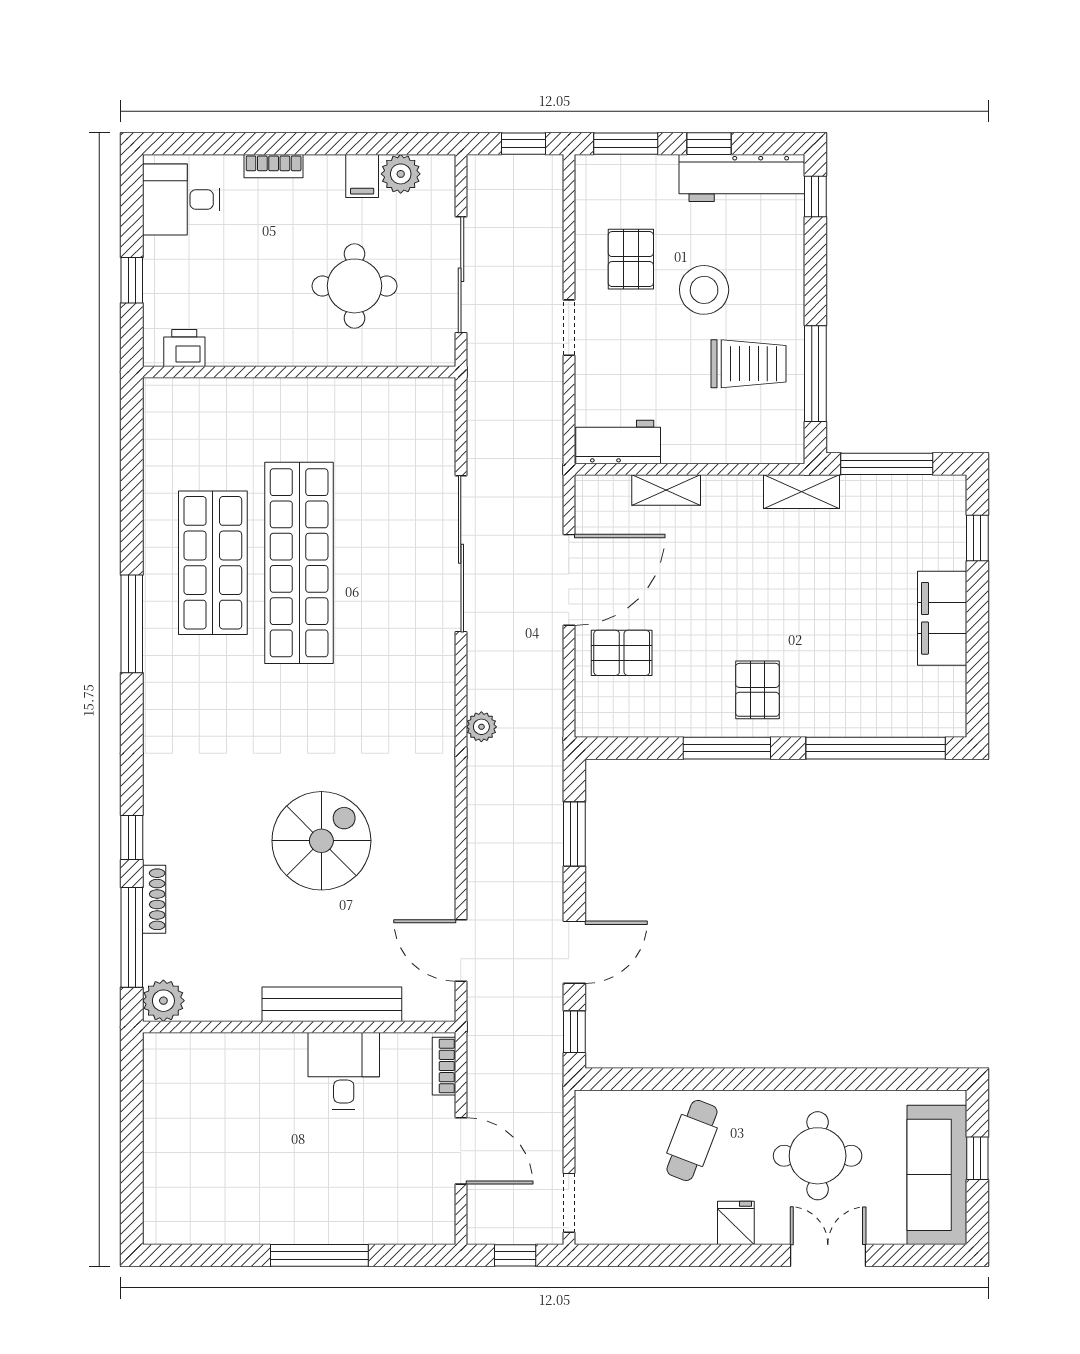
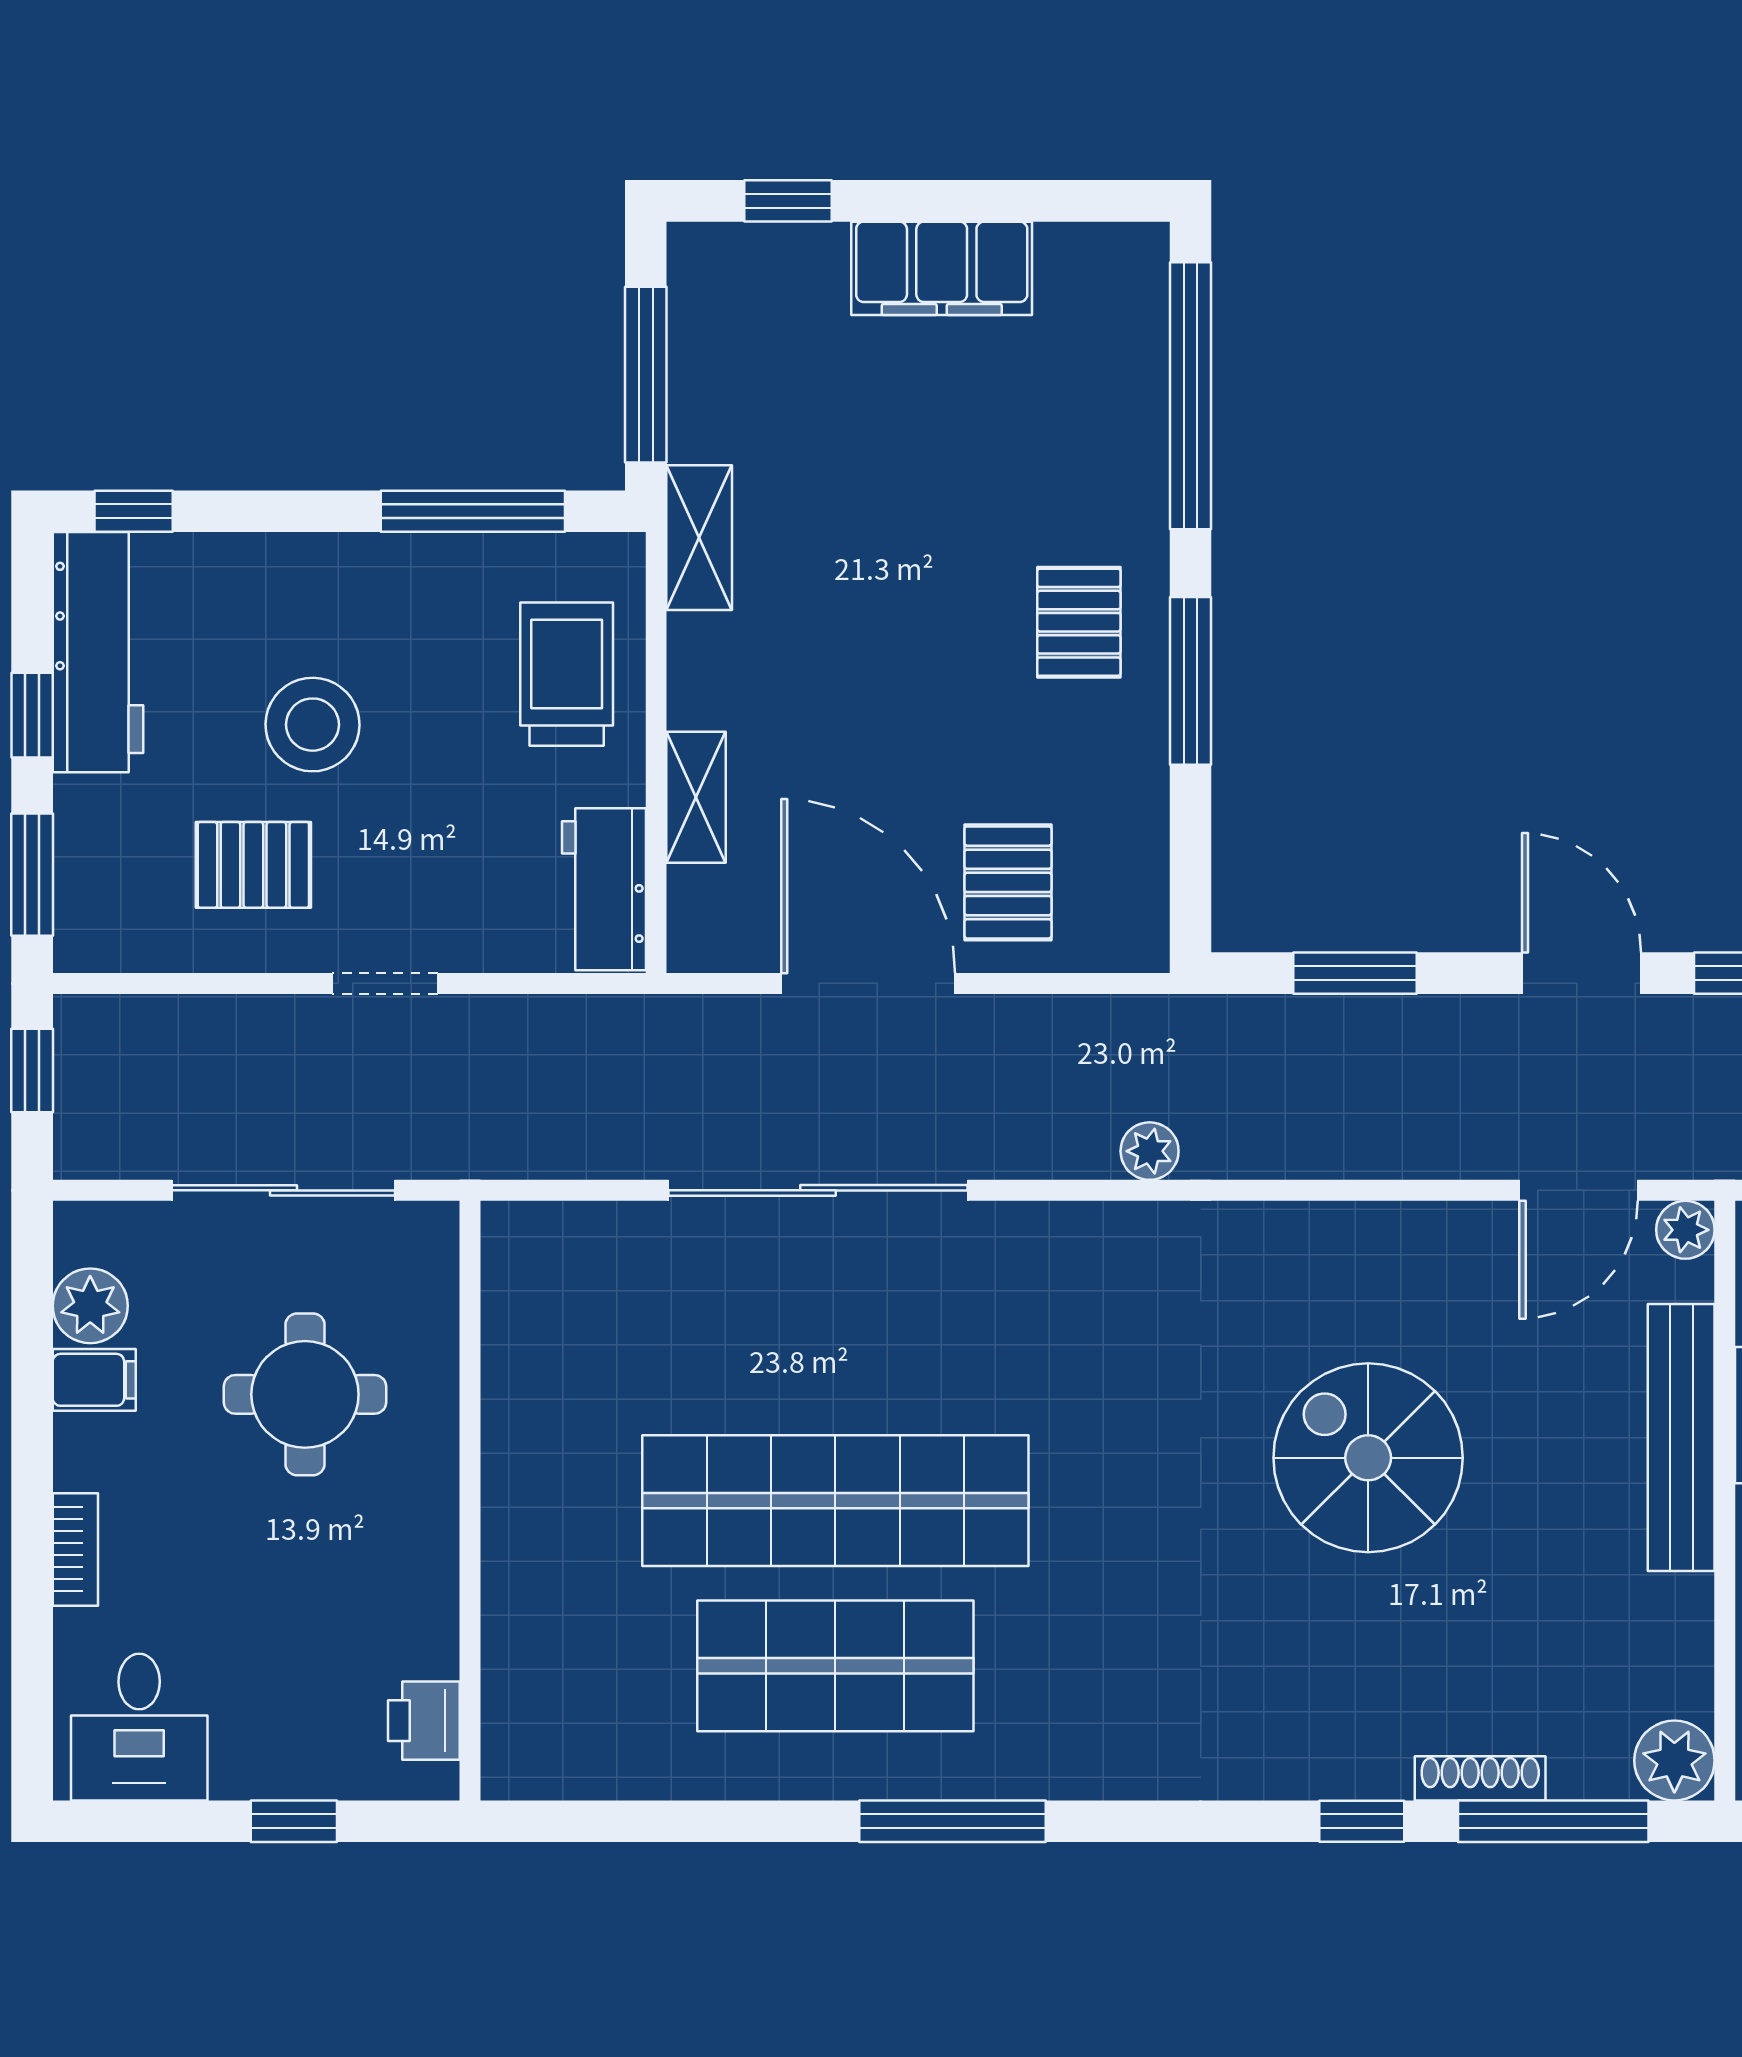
trolley: (748, 364) -> (567, 674), moved
pallet: (757, 690) -> (1079, 622), turned 90
plant: (440, 1006) -> (1685, 1230), added

